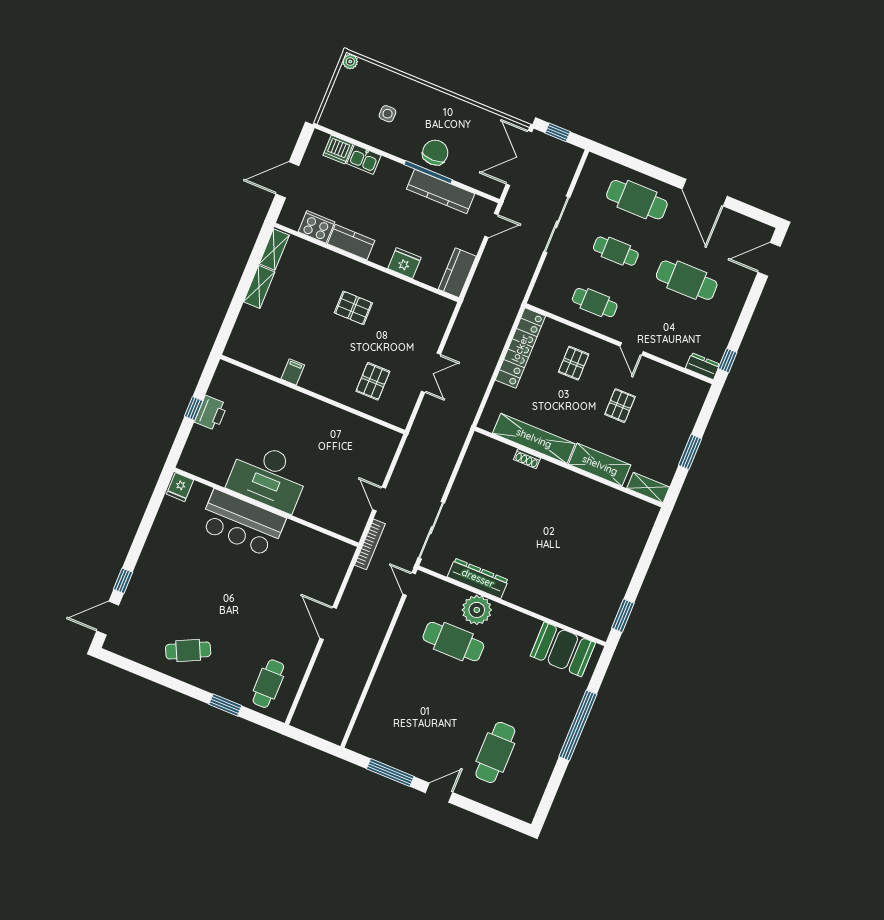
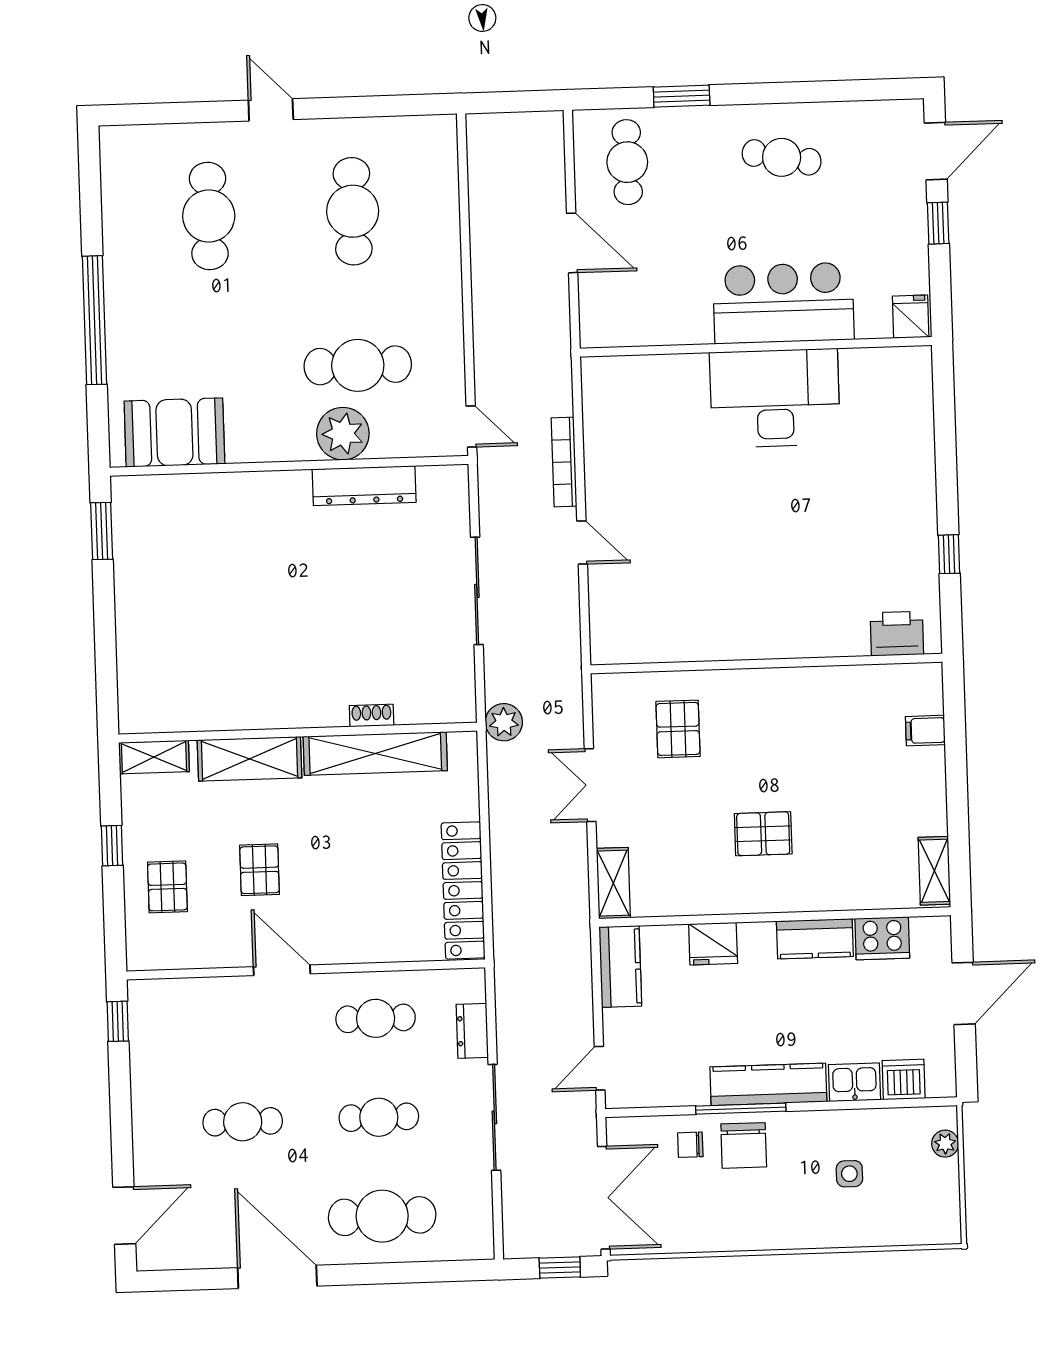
plant: (350, 62) -> (945, 1144), moved
chair: (462, 165) -> (690, 1145), added
kitchen counter: (441, 191) -> (768, 1084), moved
cafe table: (687, 280) -> (243, 1122), width x0.73, depth x0.74
shelving: (259, 287) -> (613, 883), moved
door: (632, 349) -> (282, 970), width x1.38
pallet: (574, 363) -> (167, 887), moved
dresser: (703, 366) -> (472, 1031), moved, turned 90
filing cabinet: (293, 372) -> (925, 731), moved, turned 90
printer: (211, 413) -> (897, 634), moved, turned 90
plant: (461, 425) -> (504, 722), added
window: (690, 452) -> (112, 846), width x0.67
desk: (268, 476) -> (775, 398), moved
fridge: (180, 487) -> (911, 317), moved
wall: (266, 507) -> (756, 347), moved
bar counter: (242, 523) -> (783, 303), moved
sliding door: (431, 530) -> (477, 591), moved
door: (328, 623) -> (572, 243), moved
cafe table: (188, 651) -> (782, 157), turned 37
cafe table: (420, 722) -> (353, 211), added
window: (390, 773) -> (365, 107), removed
door: (439, 793) -> (271, 110), swing flipped

